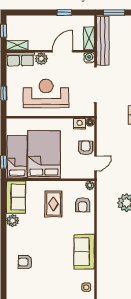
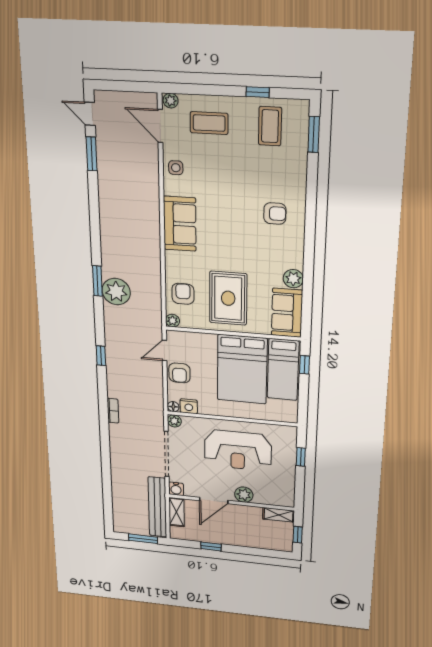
row of seats: (20, 59) -> (274, 497), removed
plant: (90, 111) -> (174, 421), added
rug: (53, 204) -> (228, 298), width x1.36, depth x1.43

